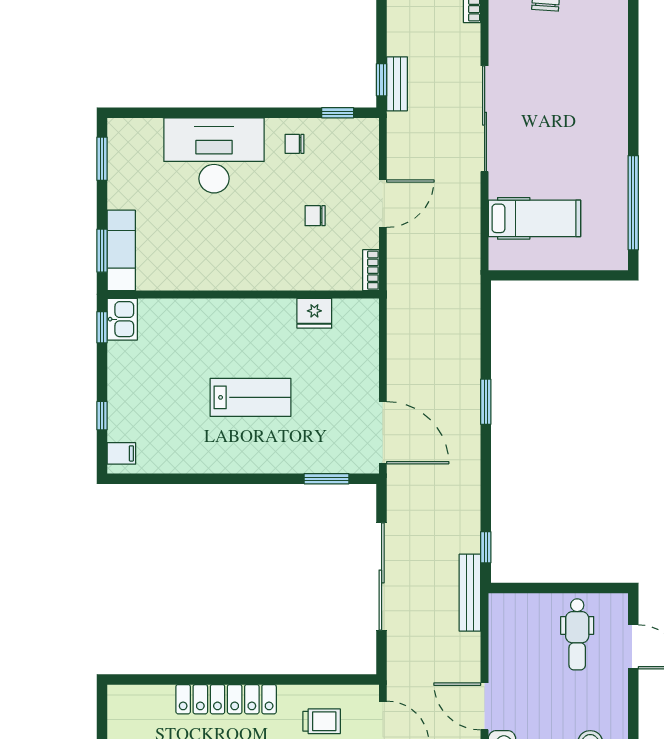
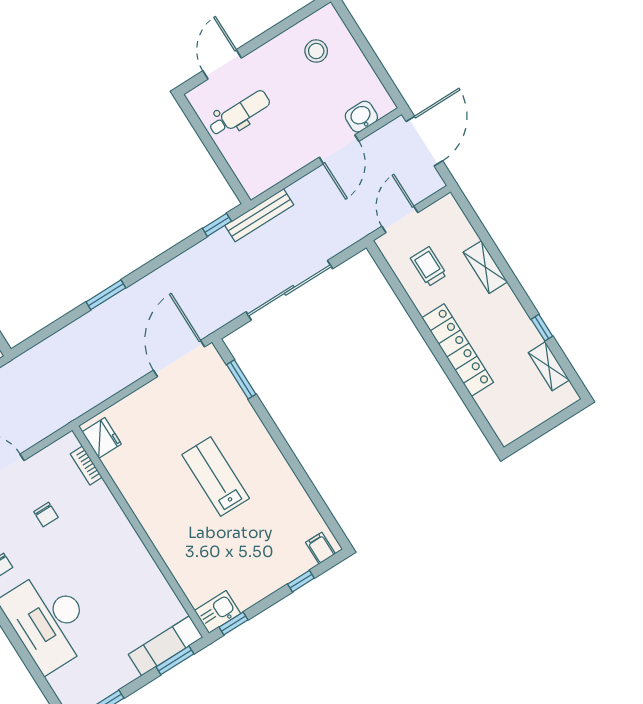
bookcase: (371, 270) -> (86, 465), moved, turned 90
fridge: (314, 313) -> (102, 438), moved

